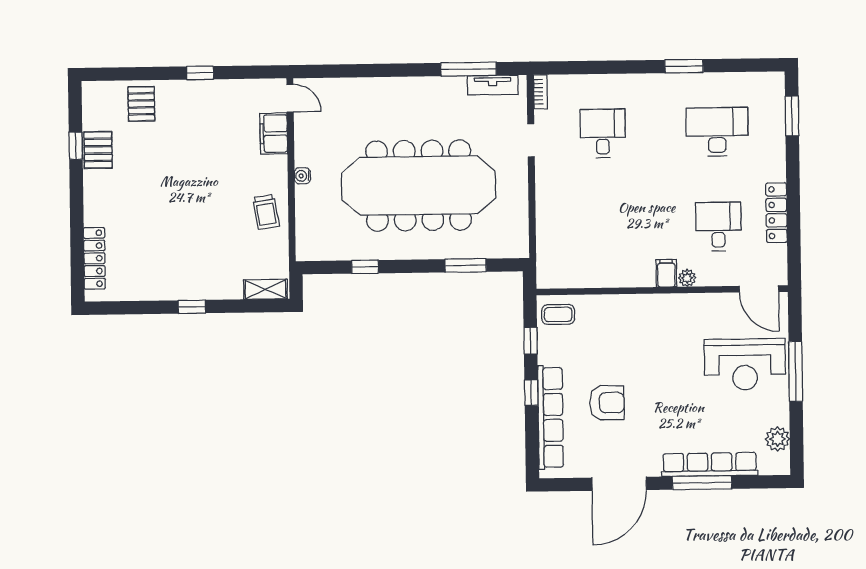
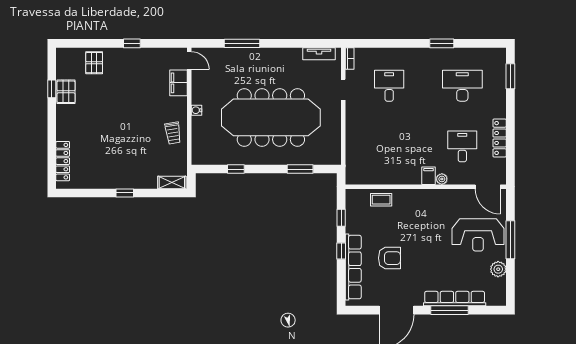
window: (469, 69) -> (242, 43), moved
coffee table: (558, 315) -> (381, 200), moved
plant: (777, 439) -> (498, 269), moved

